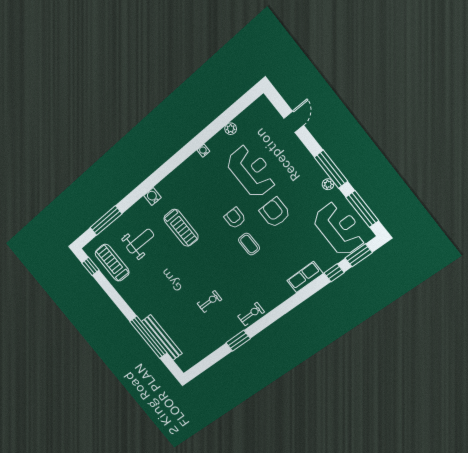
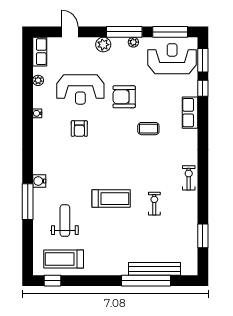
row of seats: (256, 110) -> (40, 52), added
plant: (306, 160) -> (103, 45), added
reception desk: (252, 171) -> (80, 89), turned 180
armchair: (235, 218) -> (79, 129), moved, turned -90
window: (106, 221) -> (28, 202), moved
treadmill: (181, 228) -> (111, 199), moved
coffee table: (249, 244) -> (148, 129), moved
window: (238, 341) -> (203, 236), moved

